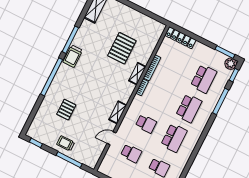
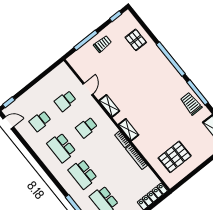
pallet: (122, 48) -> (175, 157), moved, turned 90
trolley: (73, 56) -> (191, 104), moved
shelving: (137, 74) -> (128, 130), moved
pallet: (66, 110) -> (136, 40), moved

